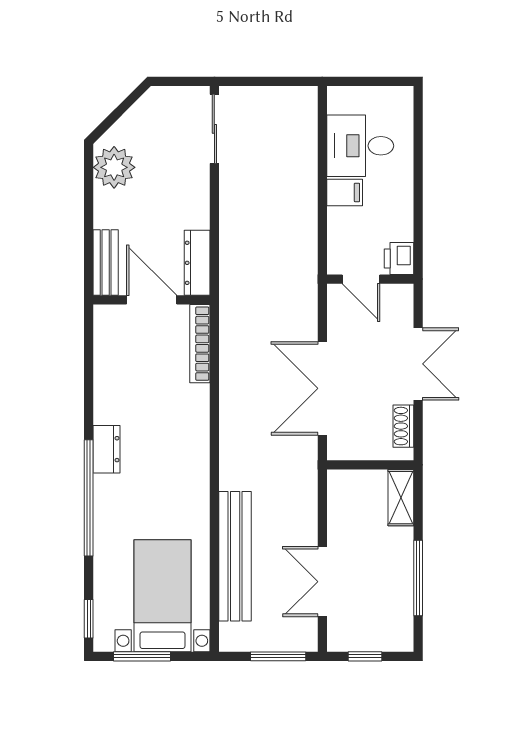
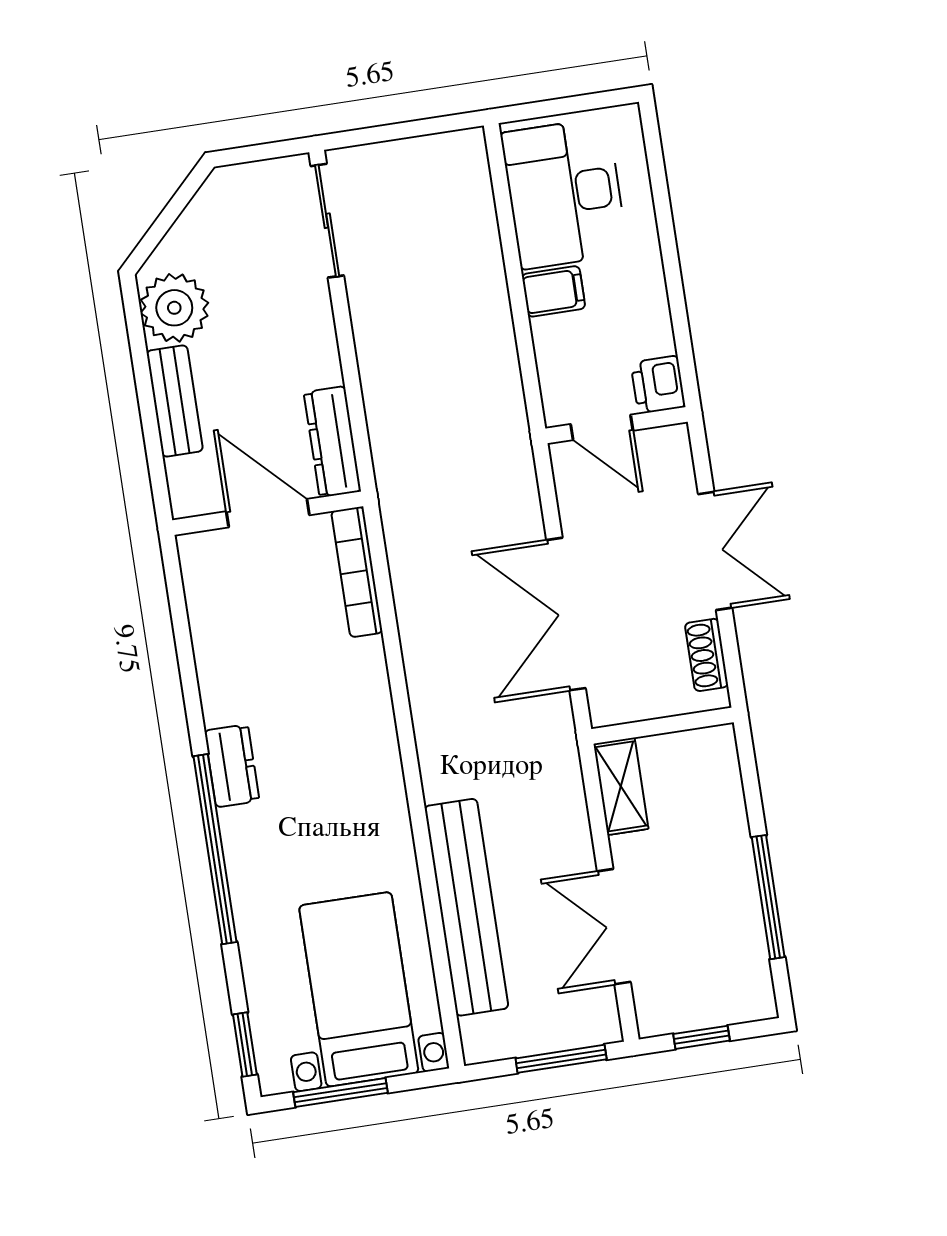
desk: (360, 146) -> (564, 193), width x1.37
bench: (106, 263) -> (175, 401), moved
shelving: (401, 498) -> (621, 786), moved

